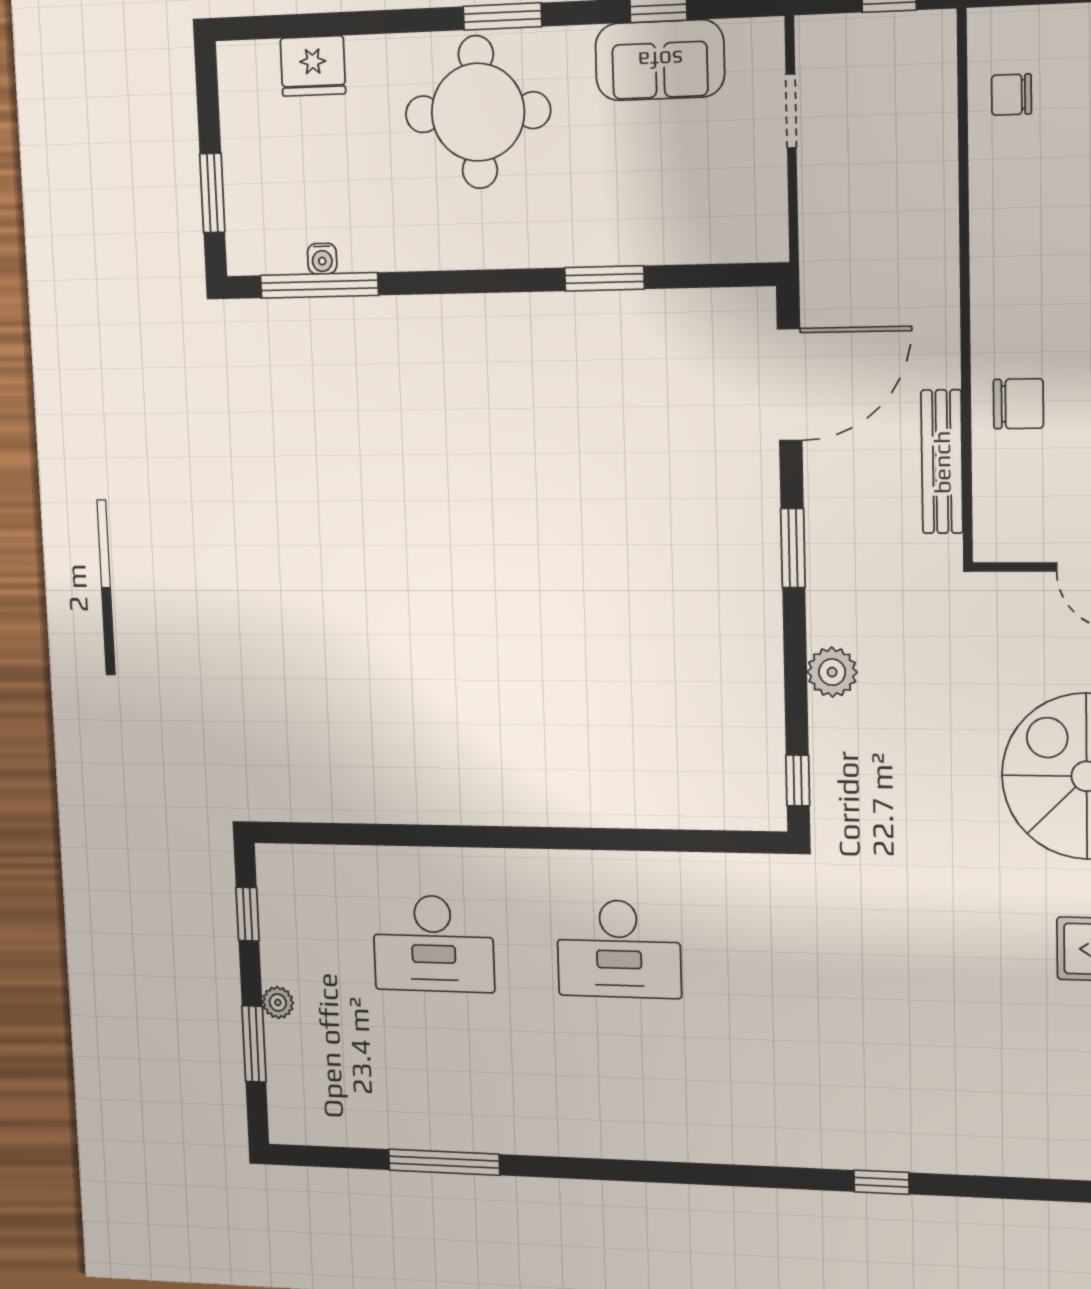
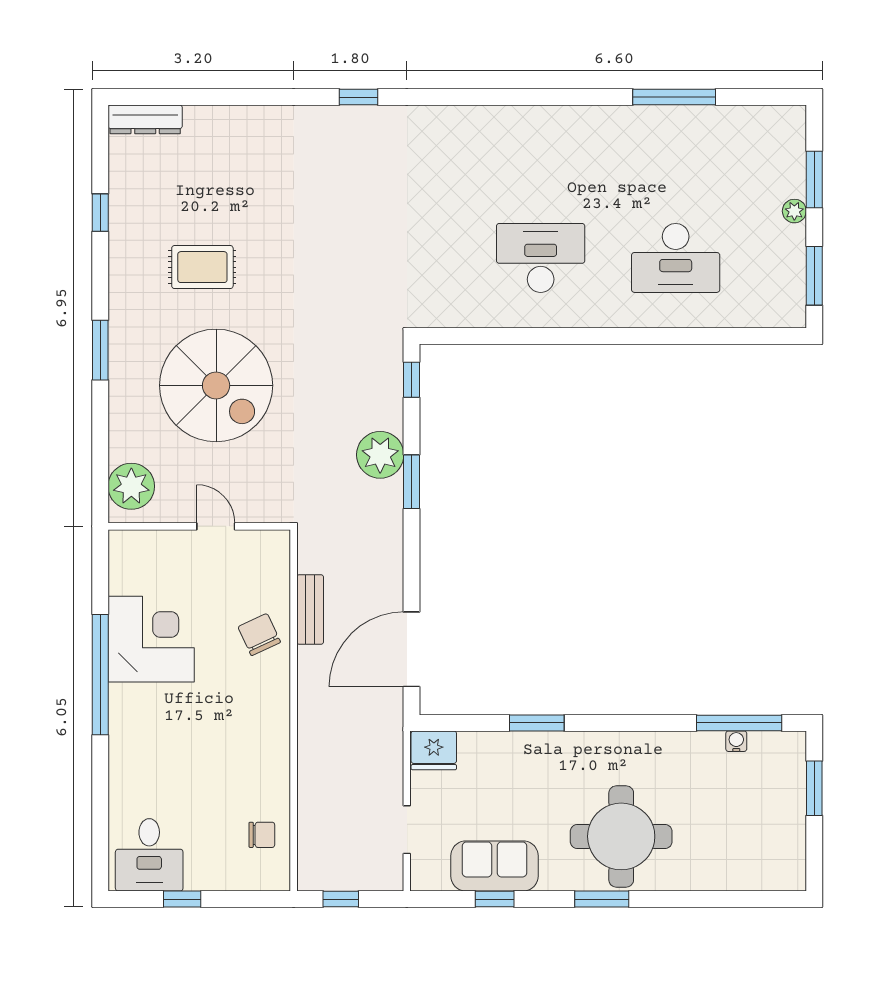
fridge: (313, 66) -> (434, 750), moved, turned 180
chair: (1018, 404) -> (259, 635), turned 65
bench: (942, 462) -> (310, 609), width x0.73
window: (793, 548) -> (412, 482), moved
plant: (832, 672) -> (380, 455), width x1.36, depth x1.36
window: (248, 914) -> (814, 276), width x1.50
desk: (433, 944) -> (676, 258), turned 180

